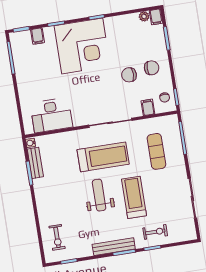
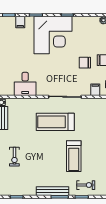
desk: (51, 115) -> (25, 84), width x0.73
exercise mat: (156, 151) -> (96, 124), removed
treadmill: (103, 157) -> (55, 122), turned 180
weight bench: (99, 195) -> (48, 150), removed
treadmill: (134, 197) -> (74, 156), turned 180
exercise bike: (57, 237) -> (14, 157), moved

